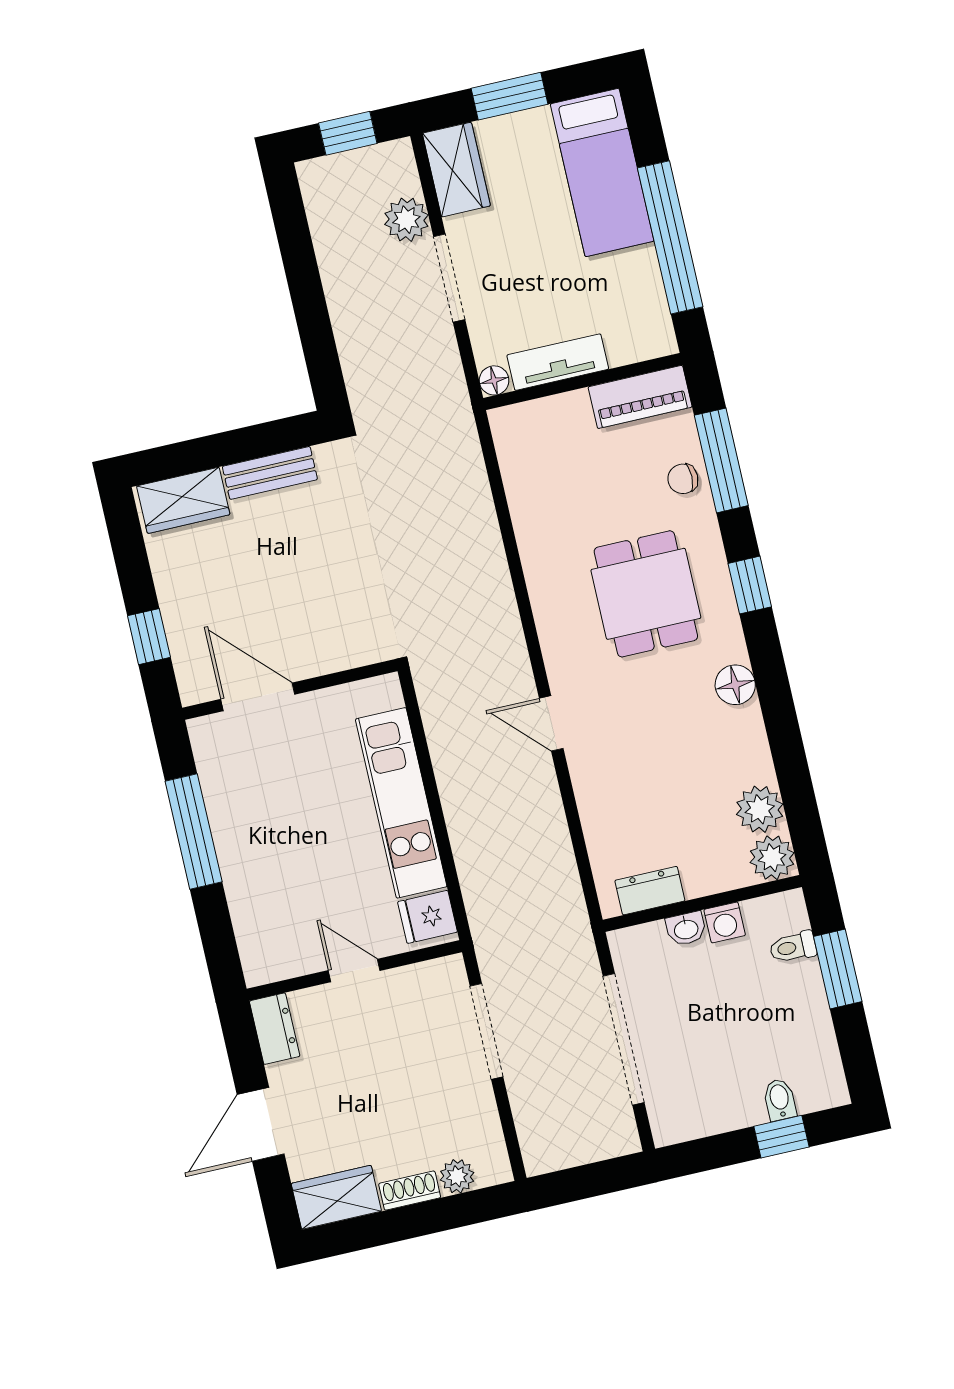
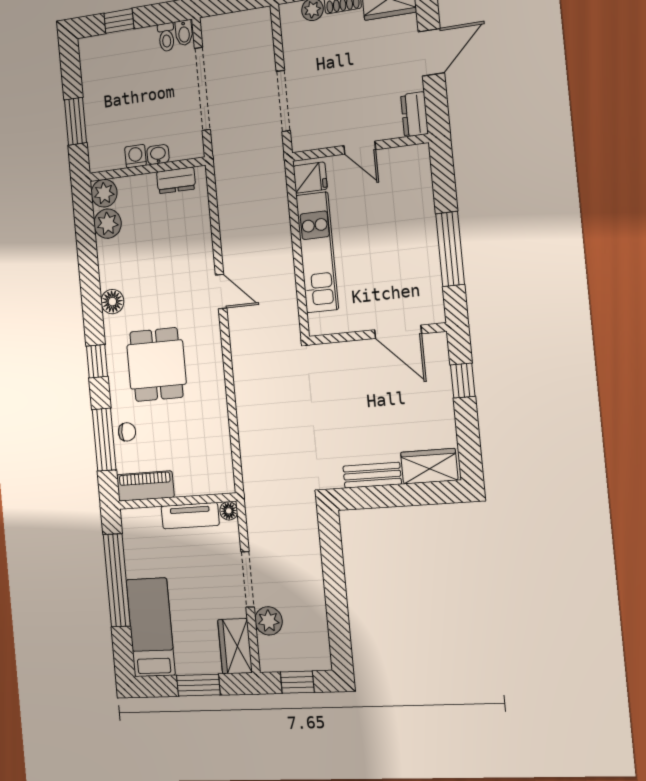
toilet: (793, 947) -> (166, 37), moved, turned 90
bidet: (780, 1100) -> (184, 33), moved

